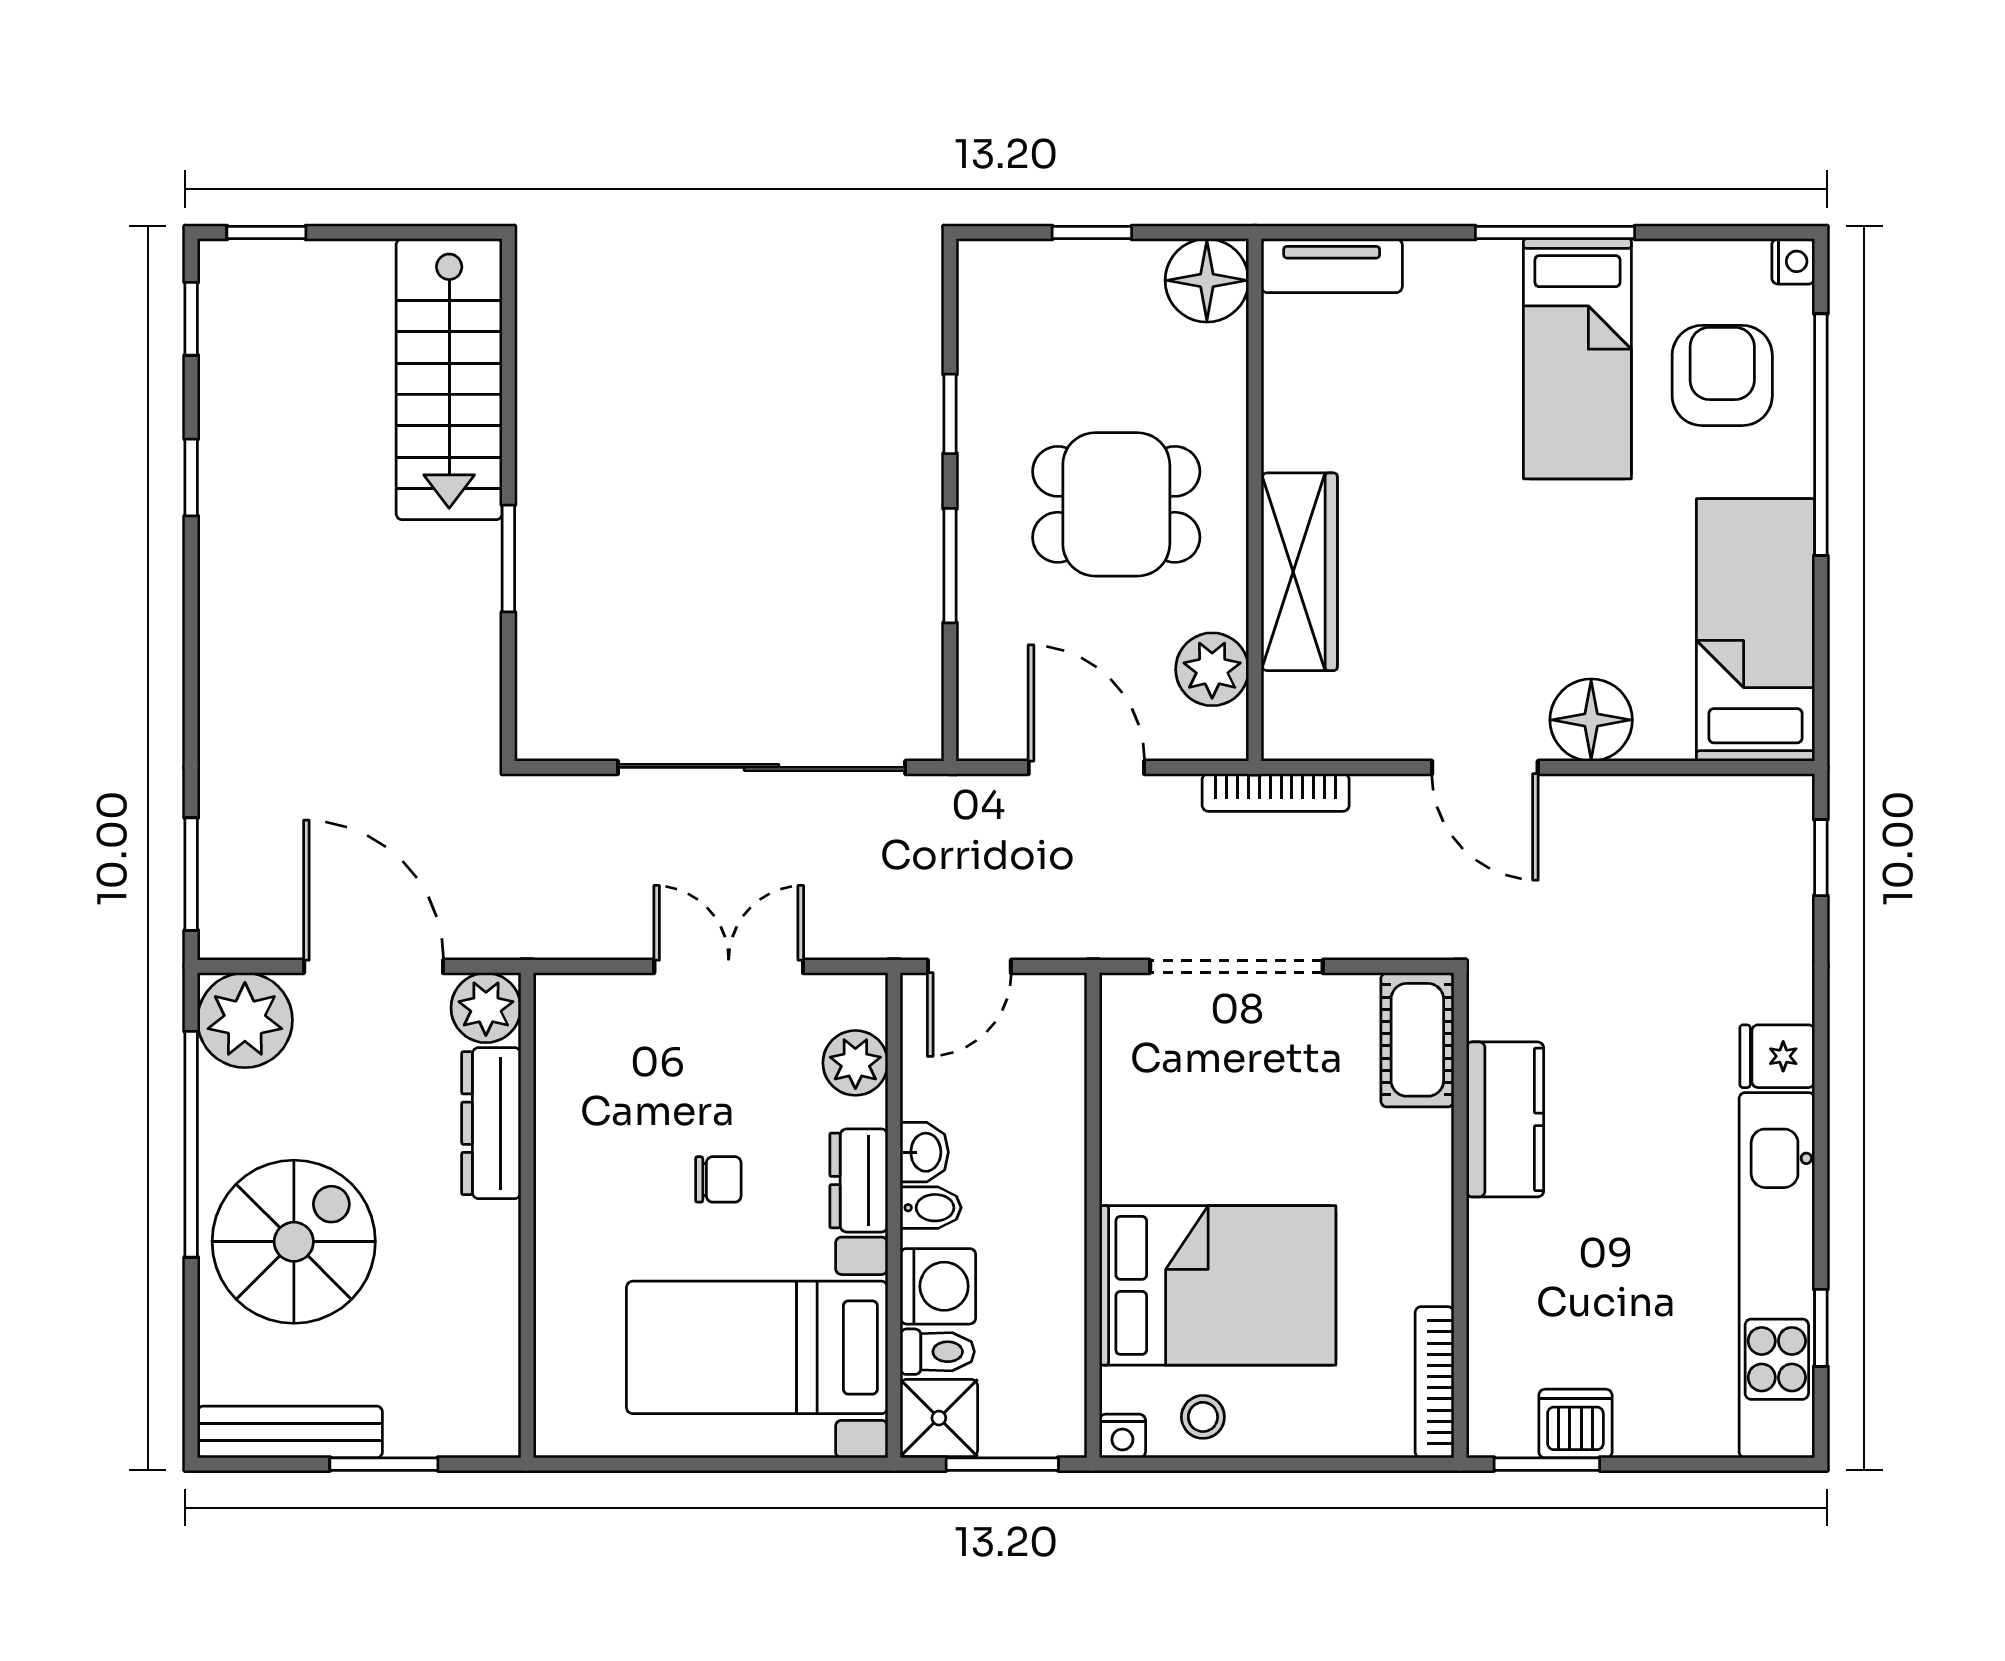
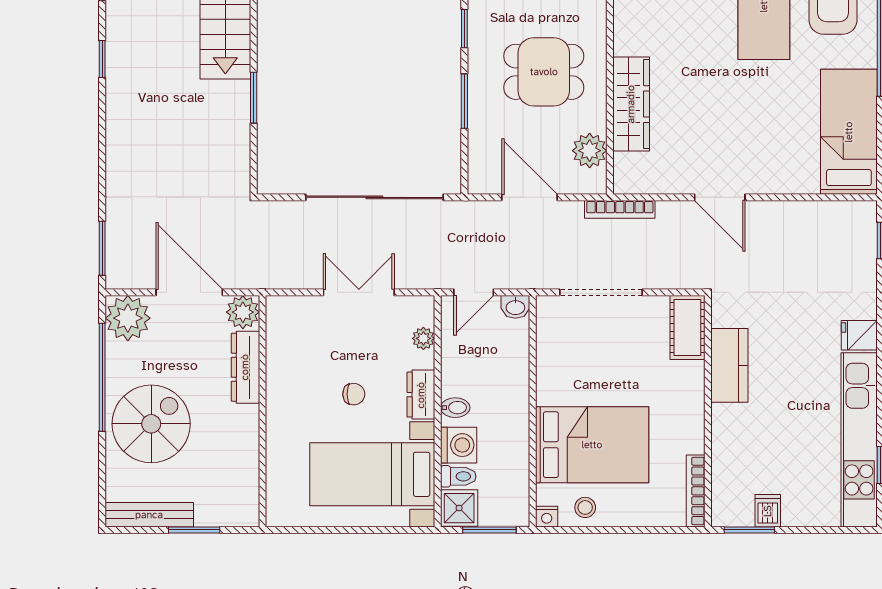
floor lamp: (1591, 720) -> (770, 175), removed
plant: (855, 1063) -> (423, 338), width x0.73, depth x0.73
washbasin: (924, 1152) -> (515, 307), moved, turned 90
dishwasher: (1575, 1424) -> (768, 511), width x0.73

